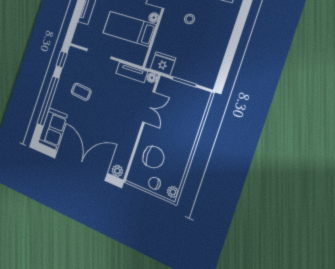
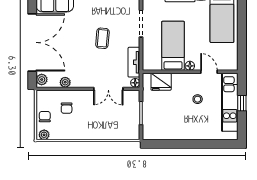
fridge: (163, 64) -> (161, 82), moved, turned 90
coffee table: (81, 92) -> (102, 38), moved
plant: (128, 148) -> (65, 82), added
chair: (153, 157) -> (67, 108), width x0.54, depth x0.54

